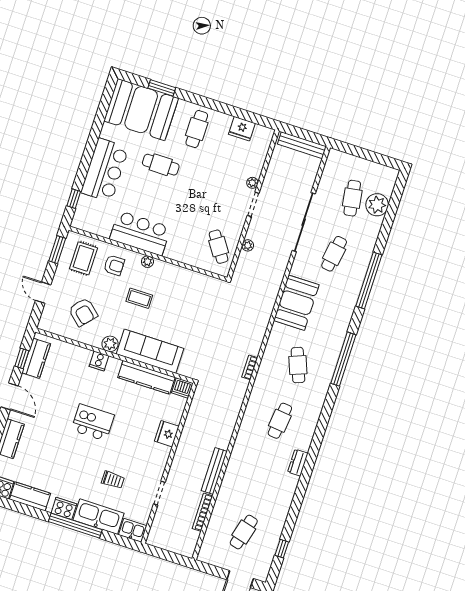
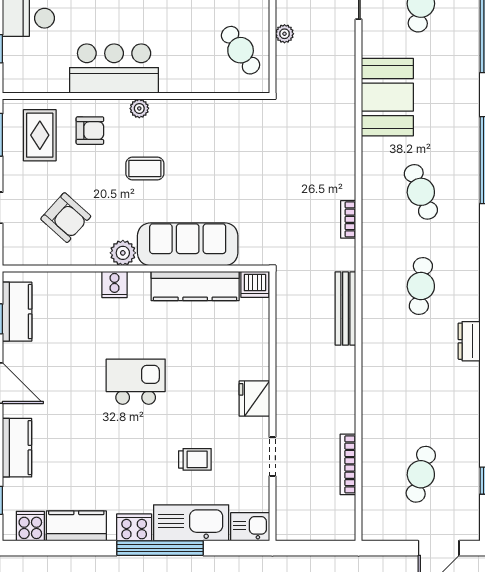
fridge: (167, 434) -> (254, 399), moved
bench: (214, 471) -> (345, 309), moved

